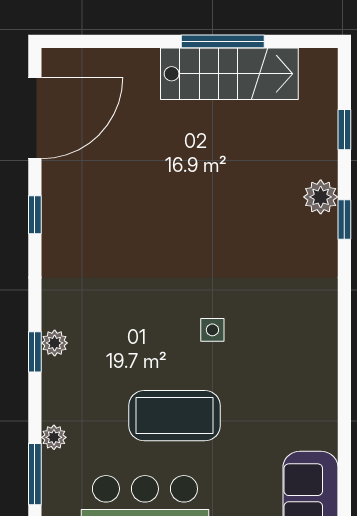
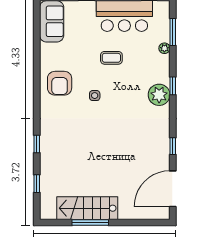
plant: (321, 197) -> (47, 154), removed
plant: (55, 343) -> (159, 95), width x1.87, depth x1.87
armchair: (292, 358) -> (60, 83), added
coffee table: (174, 416) -> (111, 58), width x0.54, depth x0.58

